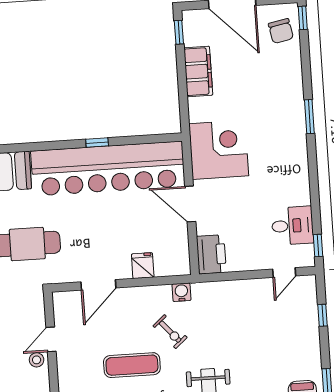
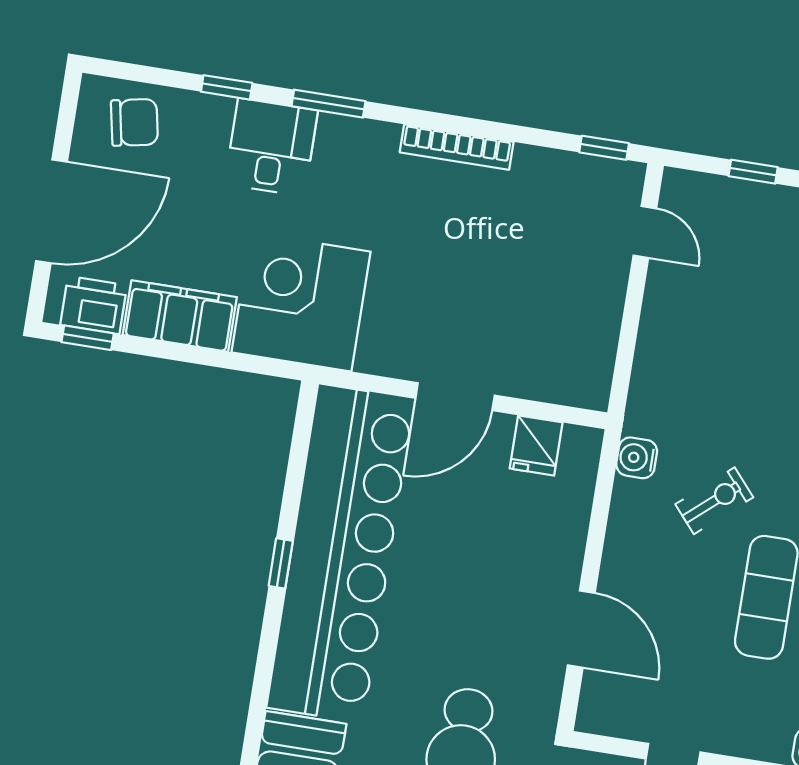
window: (303, 18) -> (227, 87), moved
corner desk: (219, 150) -> (301, 302), moved
bookcase: (303, 179) -> (457, 147), added
desk: (292, 226) -> (271, 147), moved
printer: (211, 254) -> (94, 305), moved, width x0.73, depth x0.84
fridge: (143, 266) -> (536, 445), moved, turned -90

